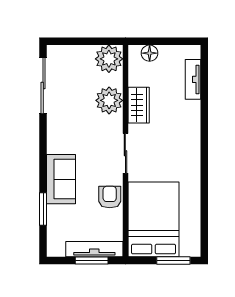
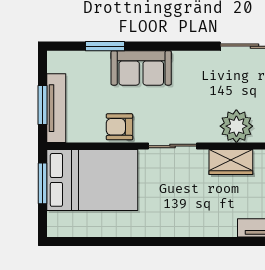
armchair: (110, 197) -> (119, 127), turned 180
window: (173, 261) -> (42, 183), moved

